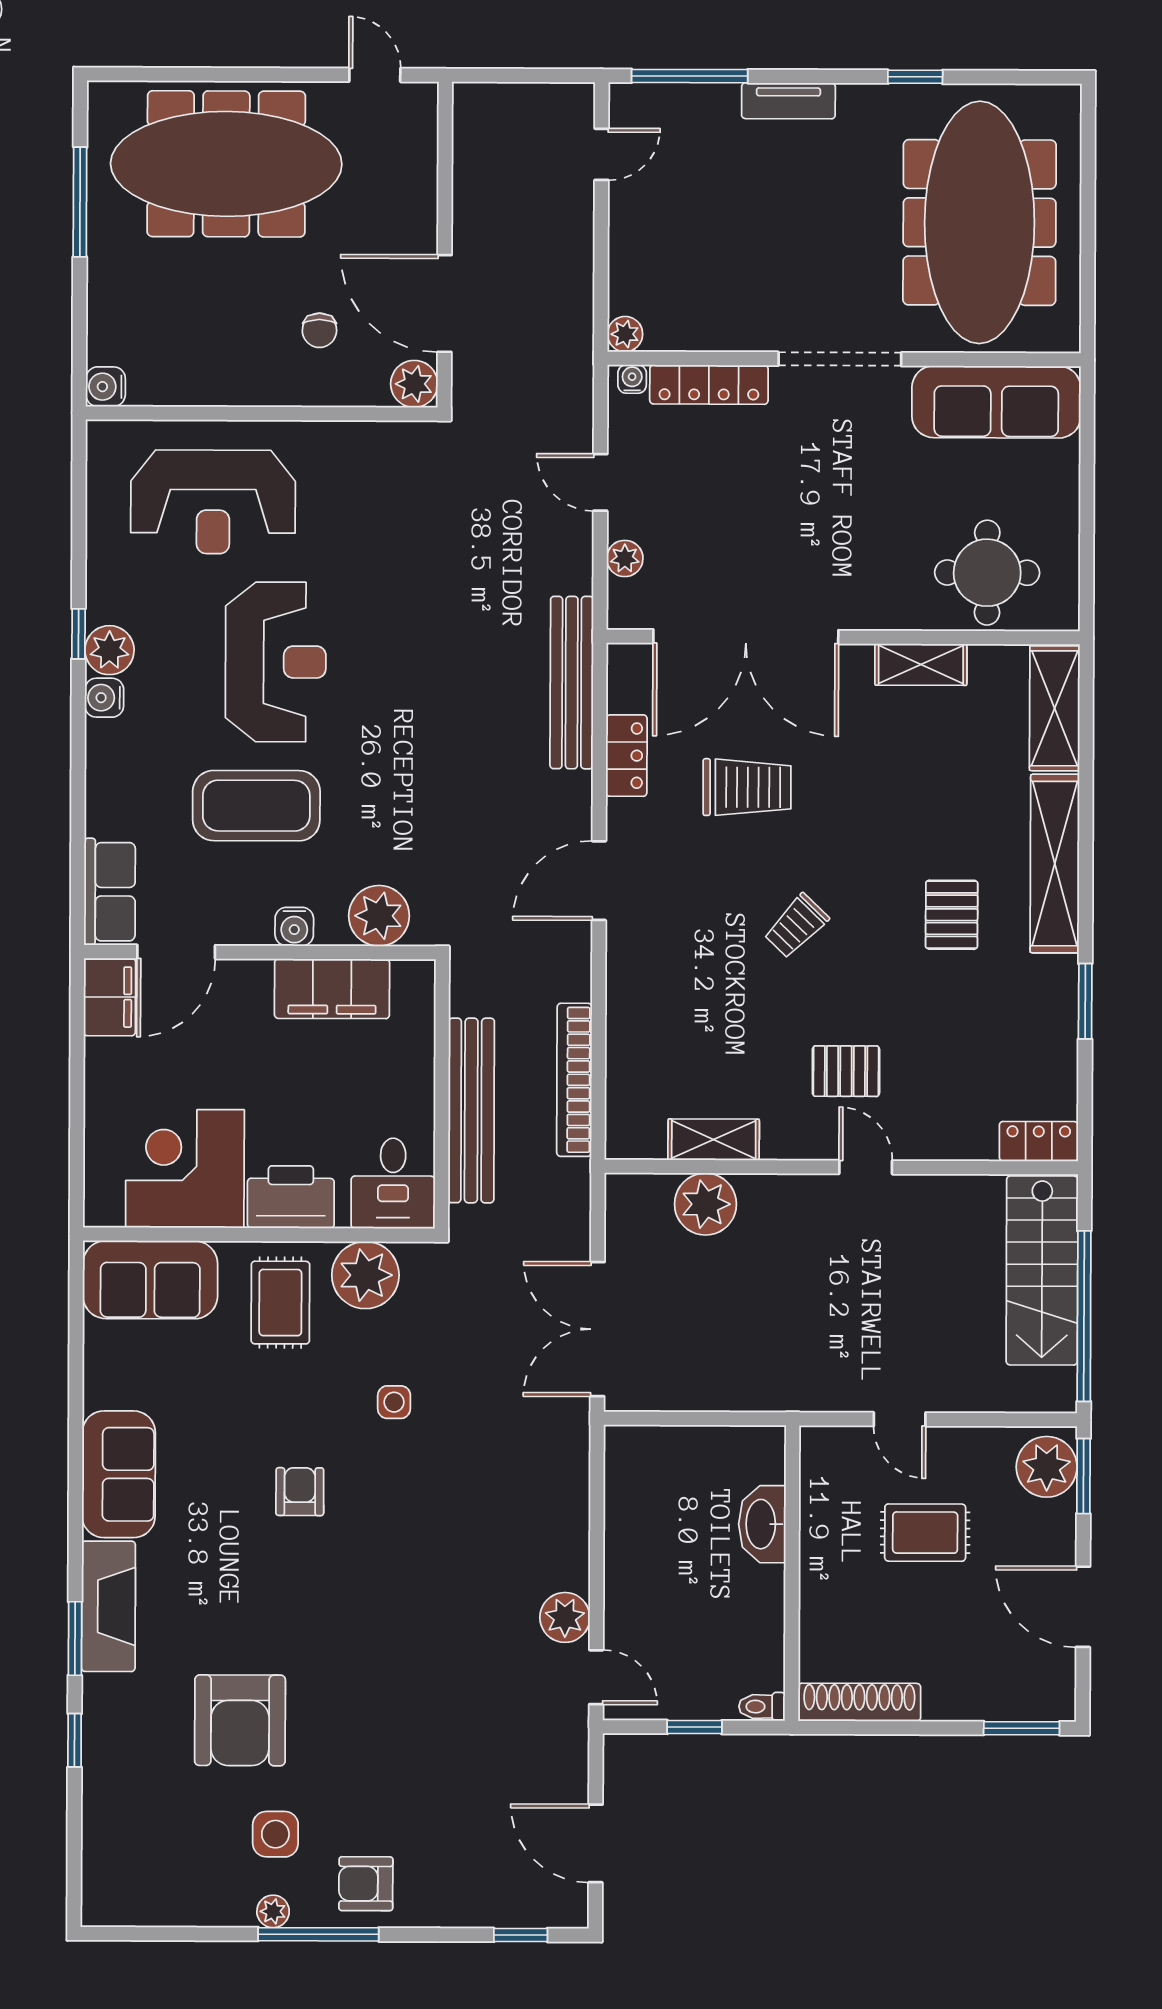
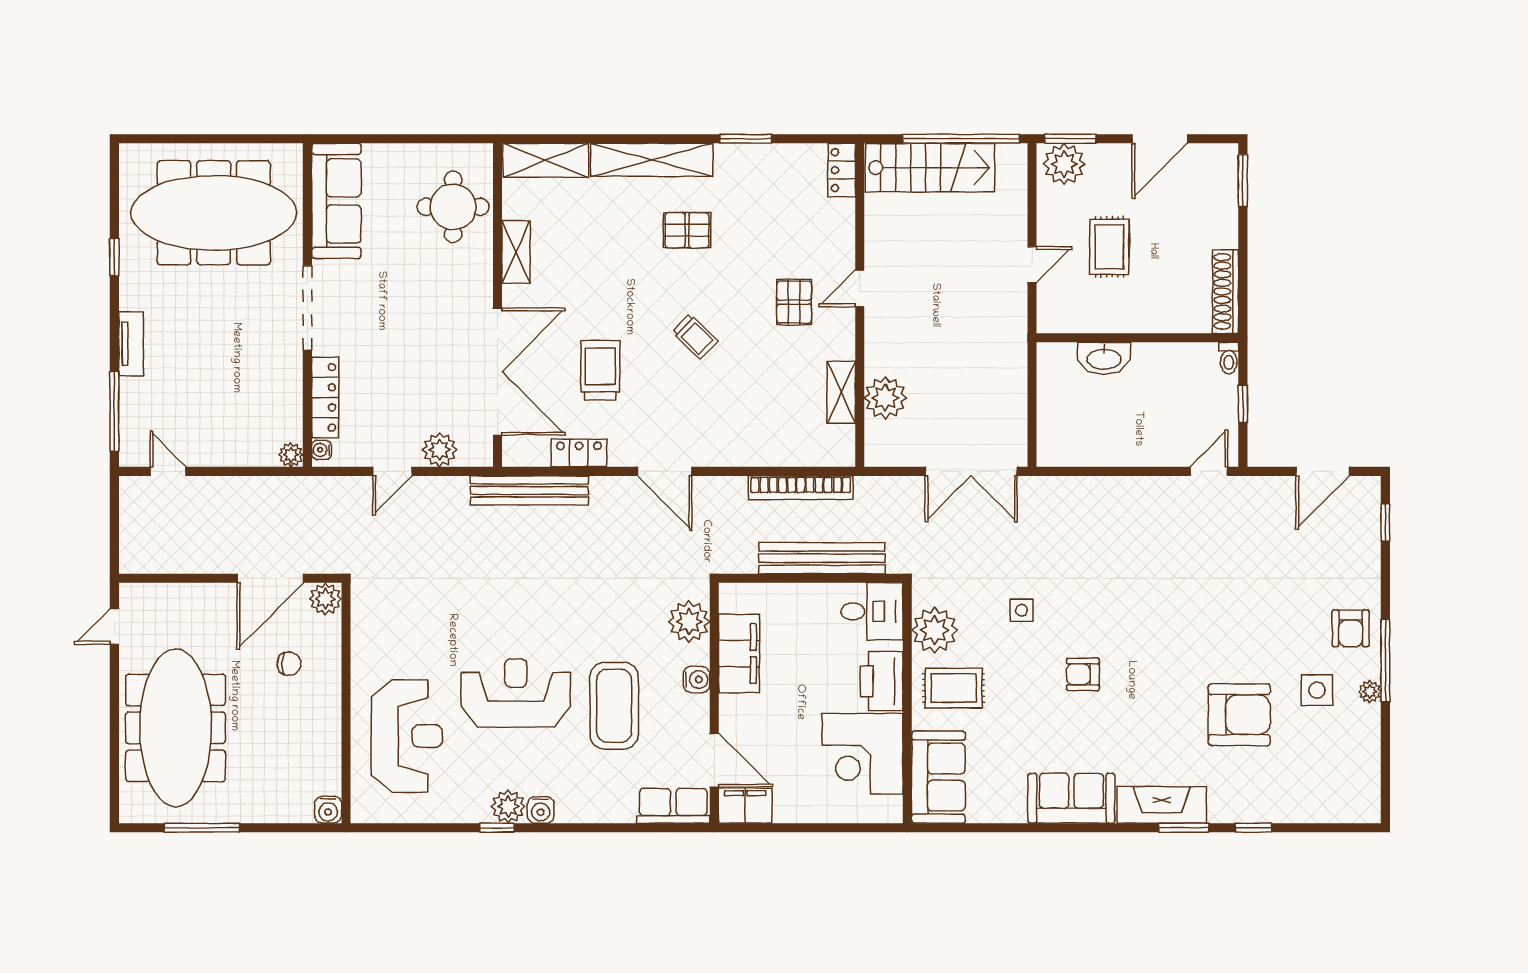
plant: (625, 558) -> (440, 450), width x1.38, depth x1.38
plant: (565, 1617) -> (1168, 493), removed

